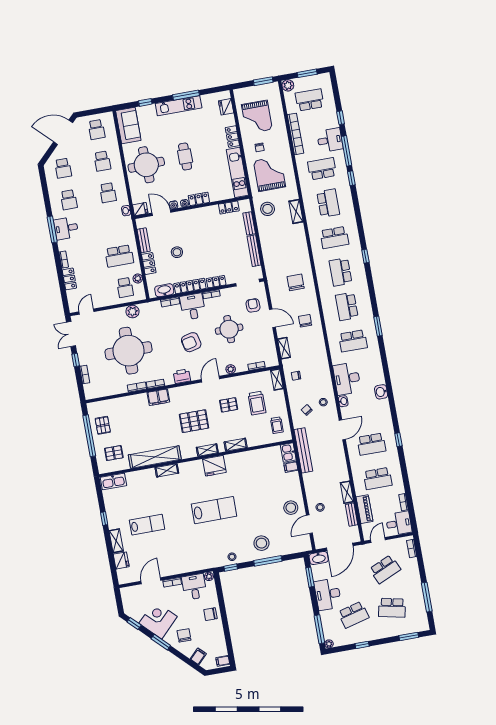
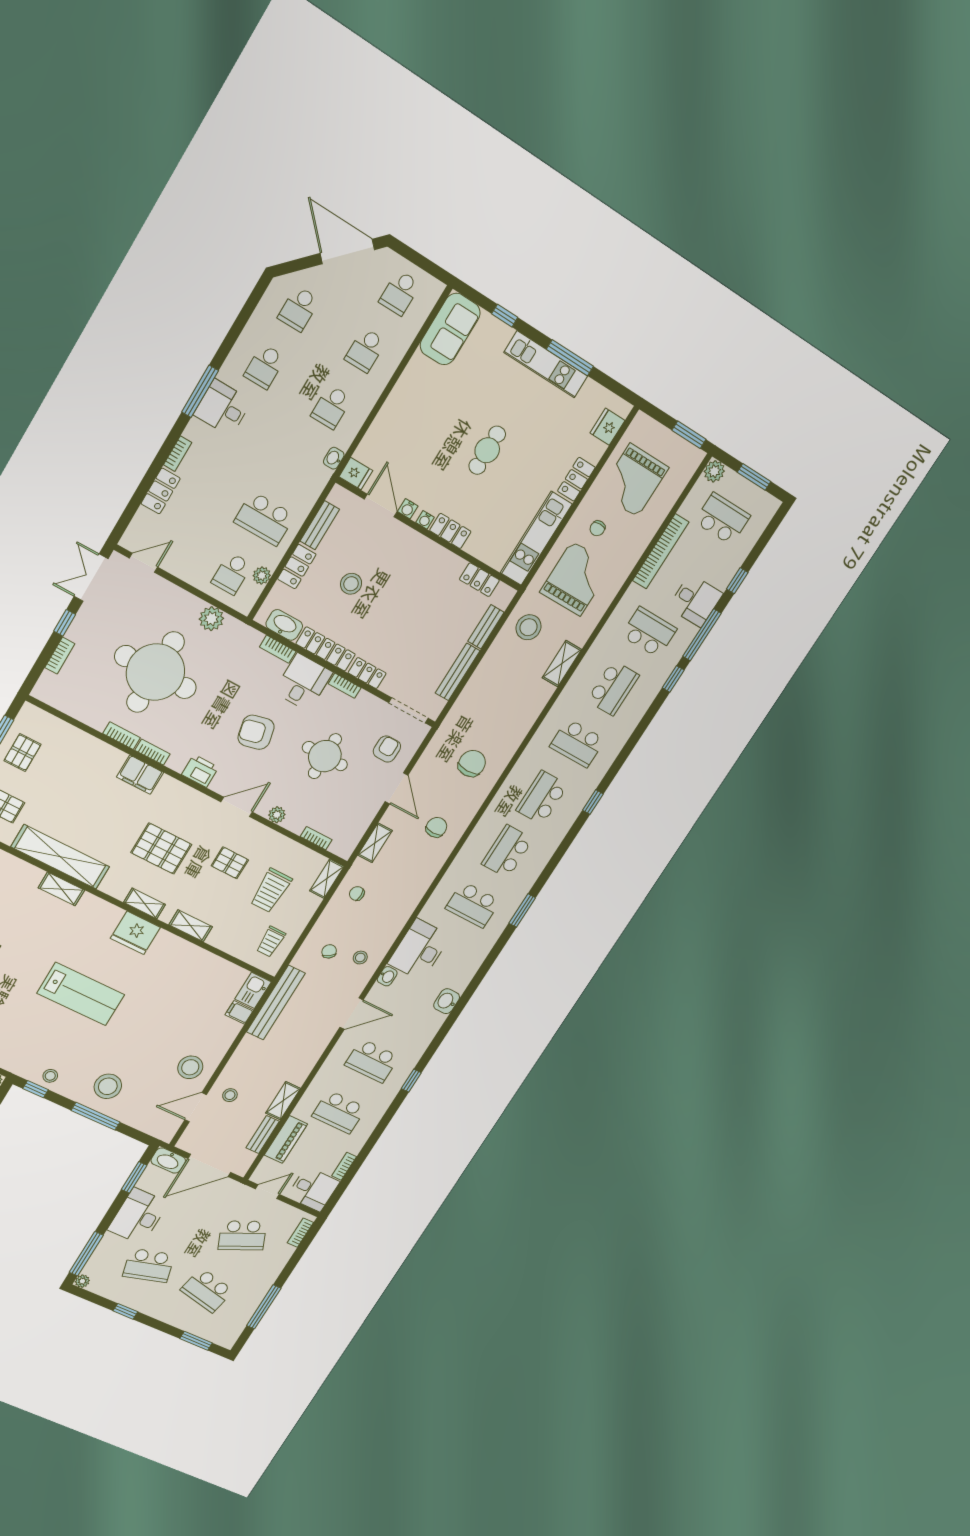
round table: (146, 165) -> (423, 413), removed

